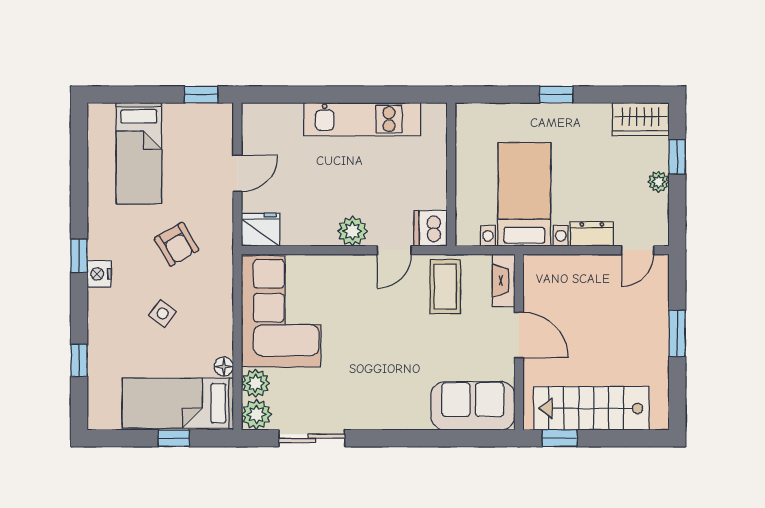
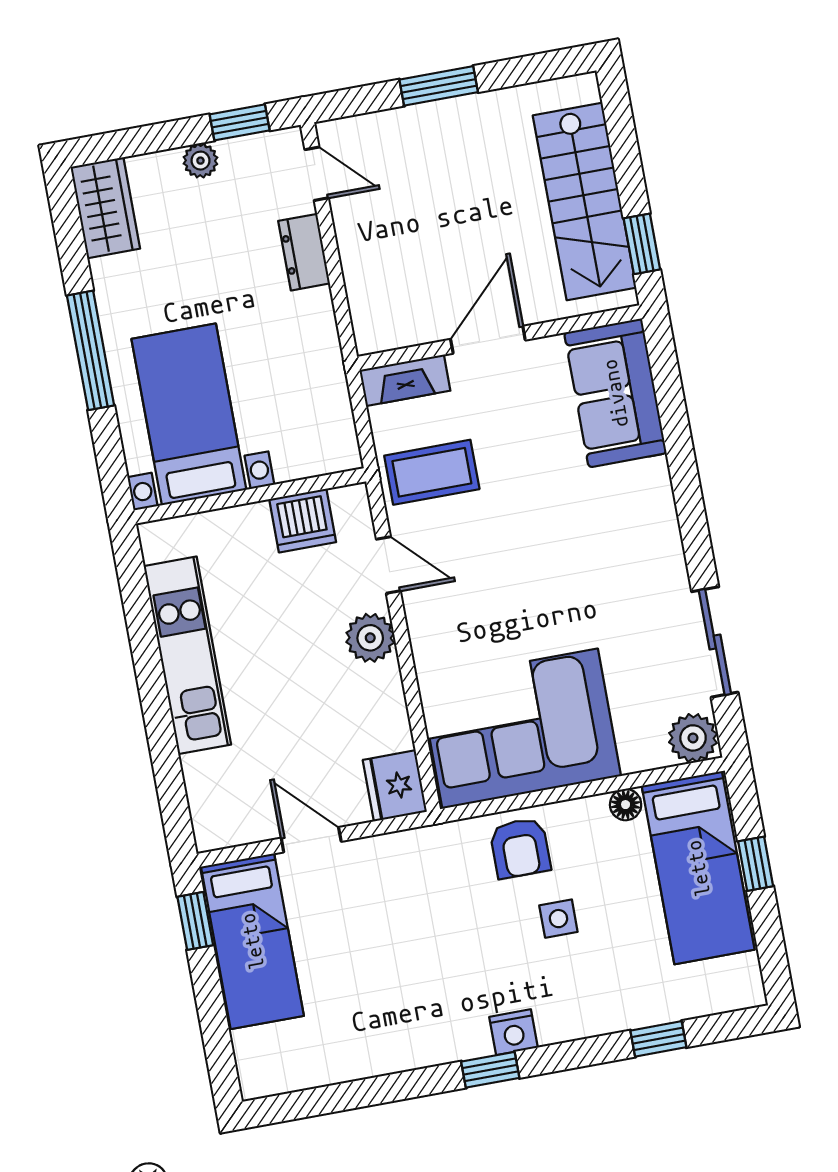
window: (556, 95) -> (91, 350), width x2.17
bed: (139, 153) -> (252, 941), moved, turned 90
window: (677, 157) -> (240, 122), moved
bed with nightstands: (524, 194) -> (189, 414), moved, turned 90
dishwasher: (430, 228) -> (303, 521), moved
armchair: (177, 244) -> (520, 848), moved, turned 120
side table: (163, 314) -> (558, 919), turned -38
plant: (256, 383) -> (643, 749), removed

